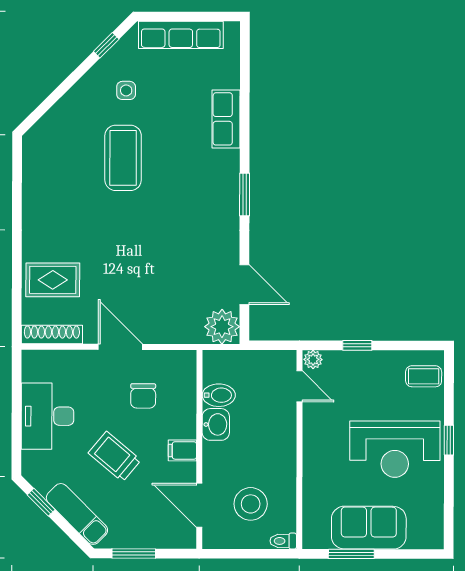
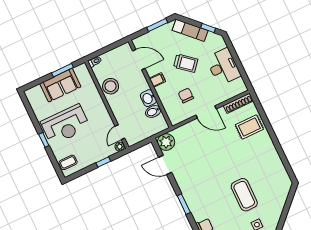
door: (299, 386) -> (120, 132), hinge flipped
reception desk: (395, 449) -> (65, 125), turned 180
stool: (251, 504) -> (111, 86), moved

